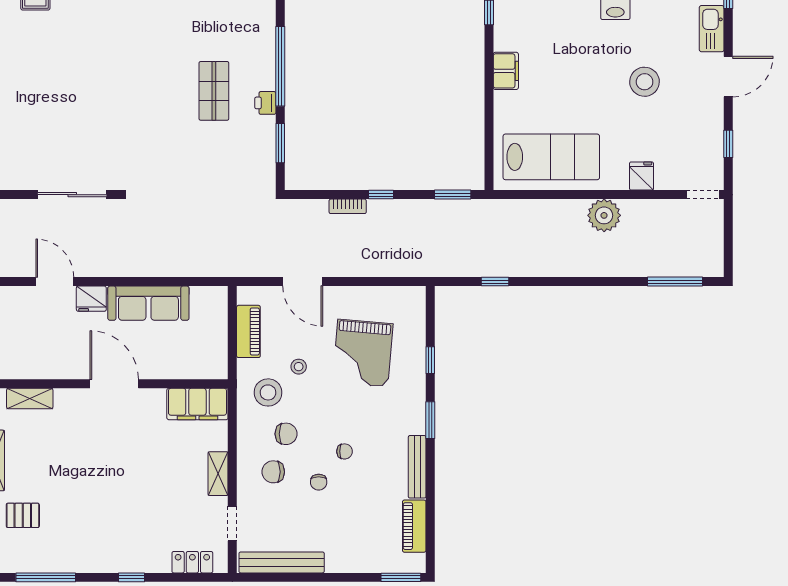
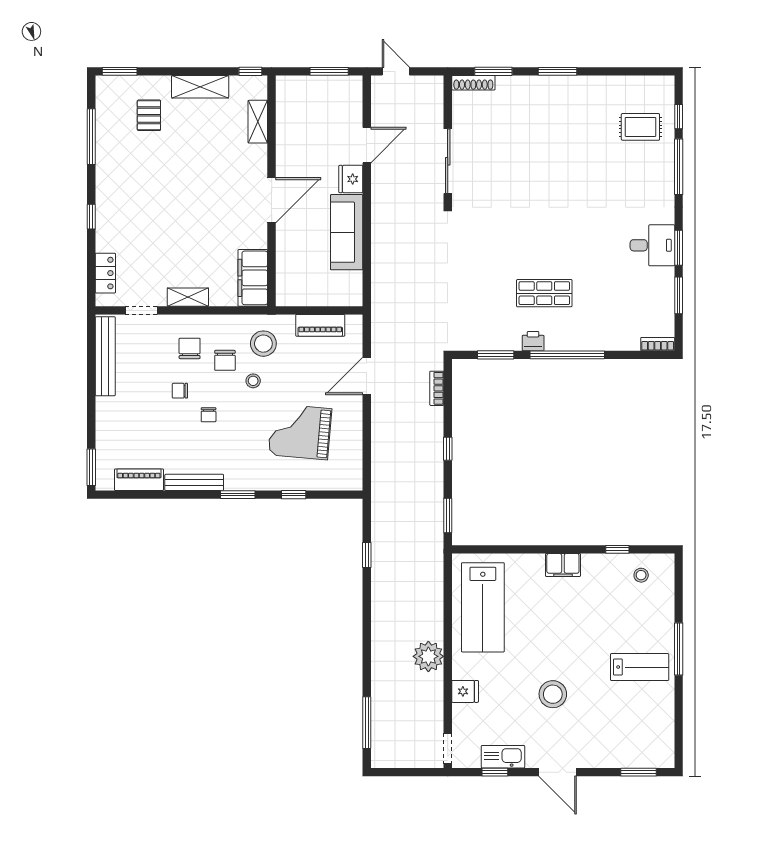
kitchen sink: (712, 29) -> (503, 757), moved
bookcase: (348, 206) -> (437, 388), moved
stool: (299, 367) -> (253, 381), moved

